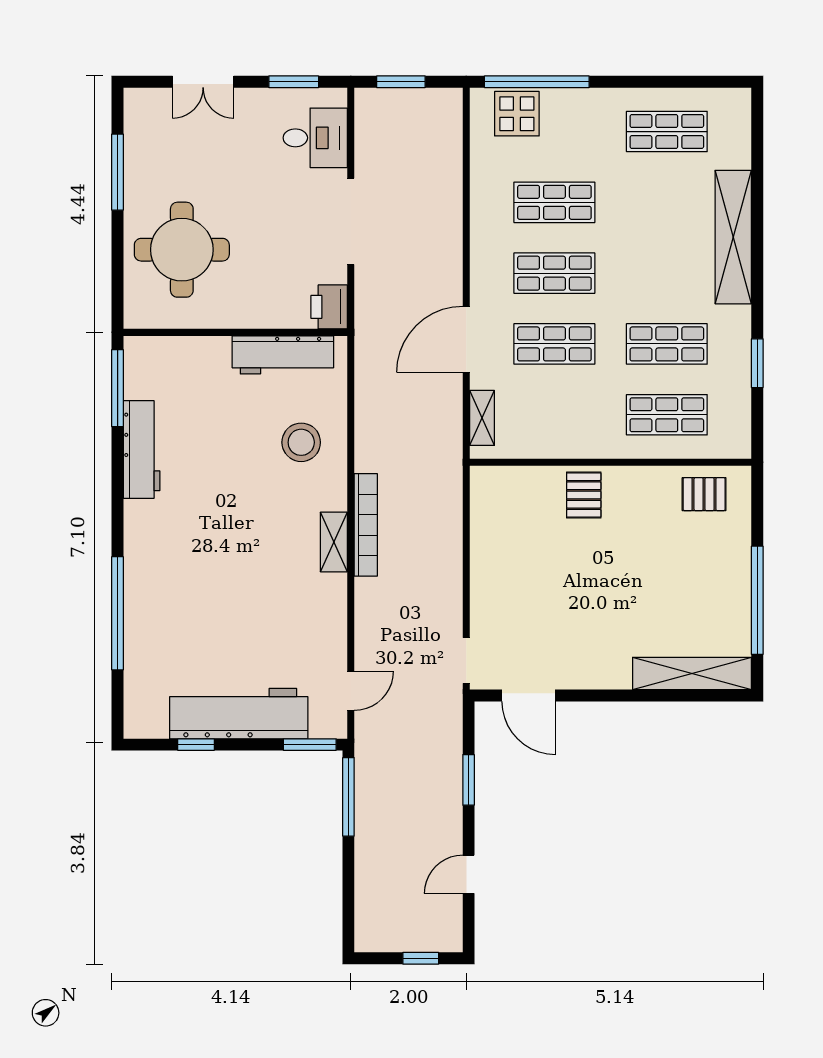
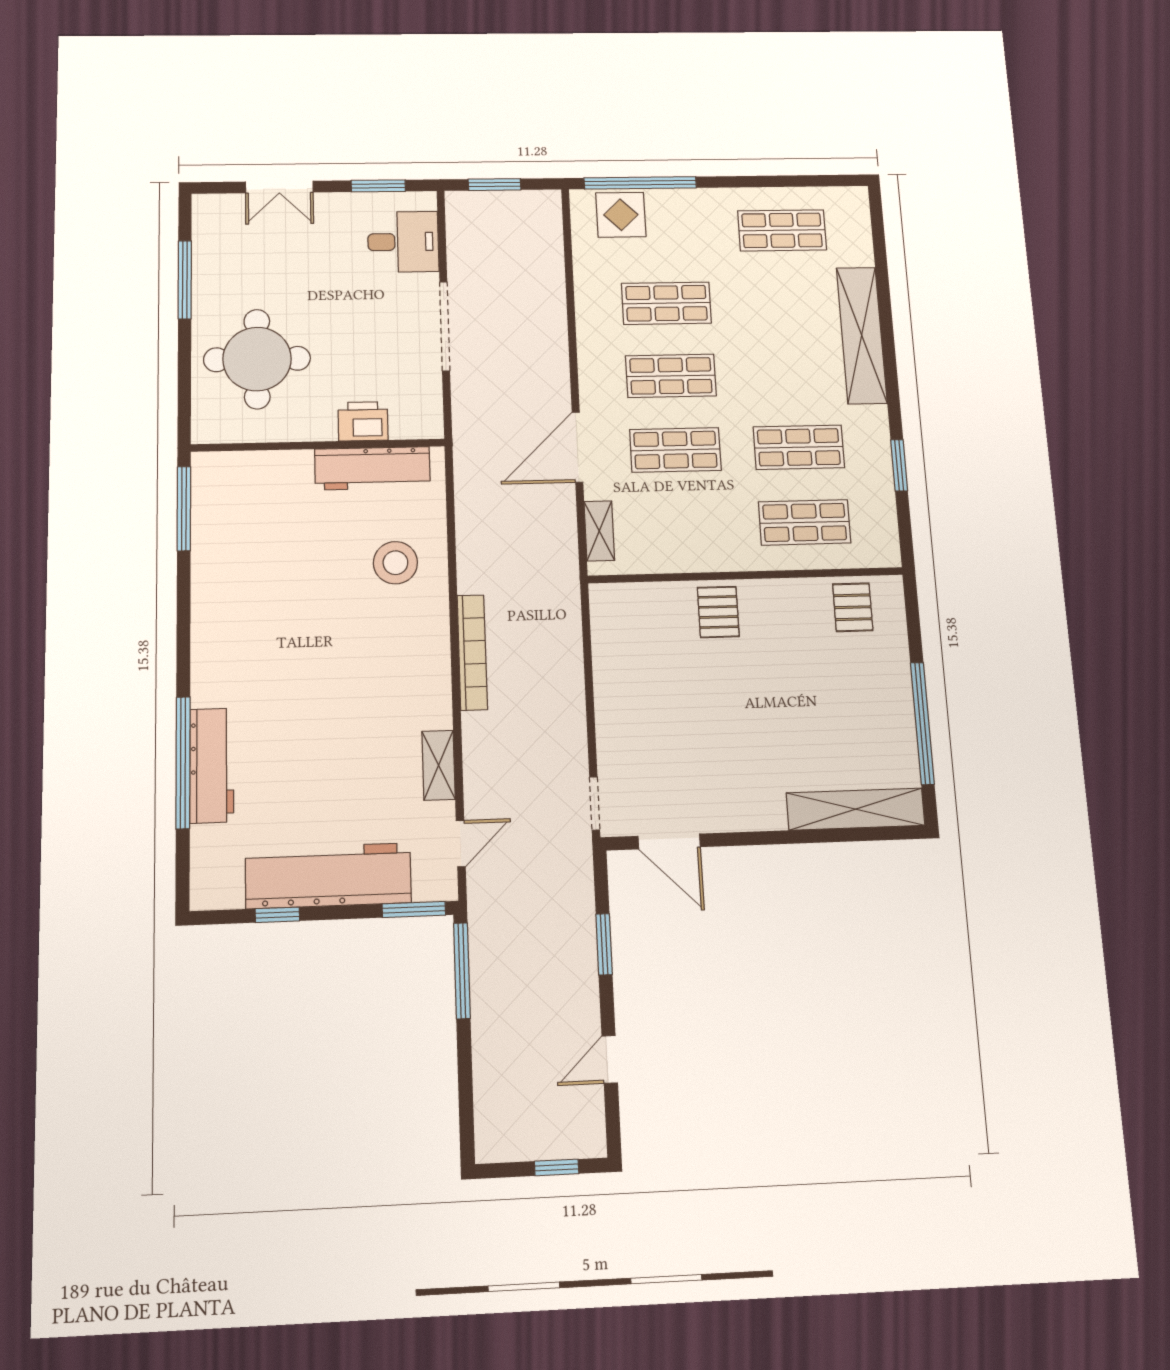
printer: (329, 307) -> (363, 421), moved, turned 90
workbench: (142, 450) -> (212, 765), moved
pallet: (704, 494) -> (853, 607), turned 90
shelving: (334, 542) -> (439, 765), moved

